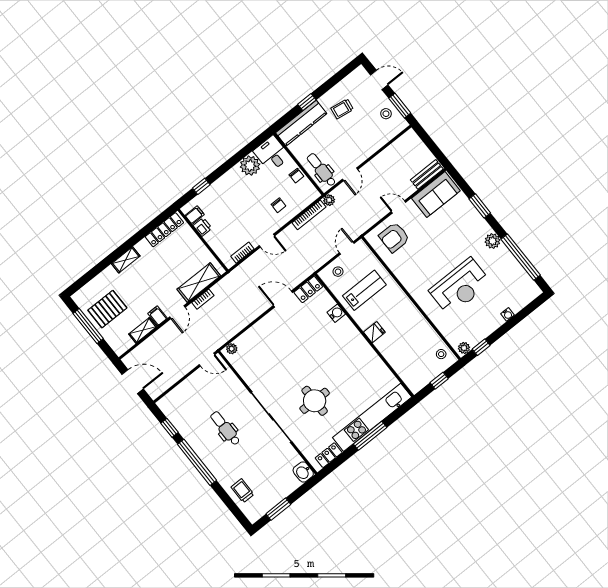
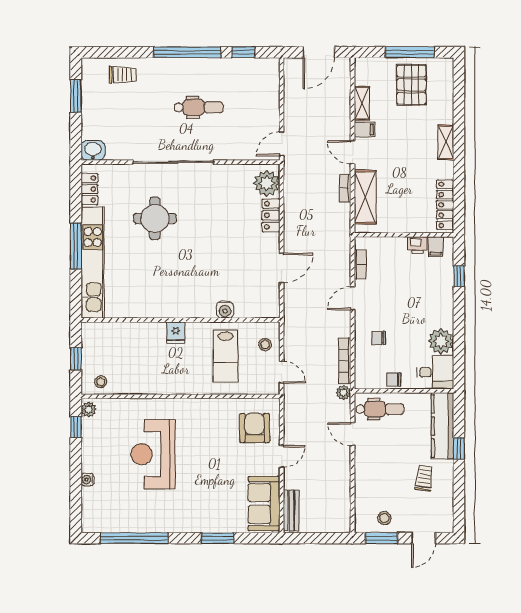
plant: (492, 241) -> (173, 523), removed
locker: (308, 289) -> (271, 215), moved
plant: (232, 349) -> (267, 183), width x1.88, depth x1.88

